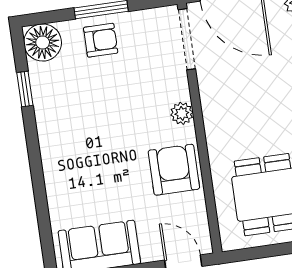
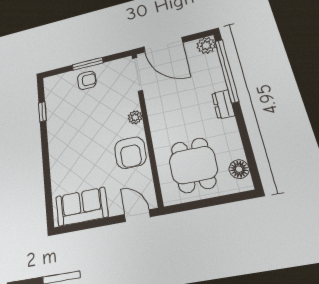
floor lamp: (43, 43) -> (54, 85), removed
armchair: (174, 170) -> (130, 153), turned 180

